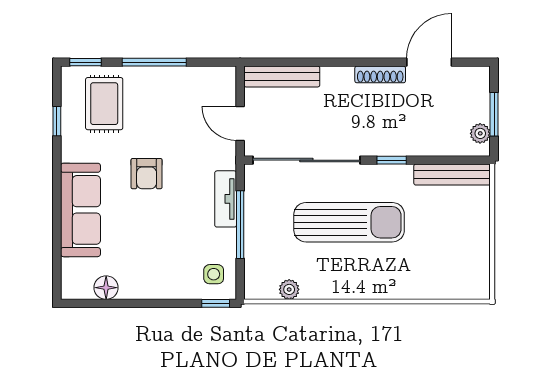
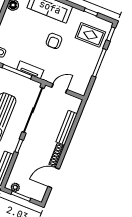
door: (429, 62) -> (54, 178), swing flipped
bench: (282, 76) -> (67, 128), moved
armchair: (147, 174) -> (54, 41), turned -90

